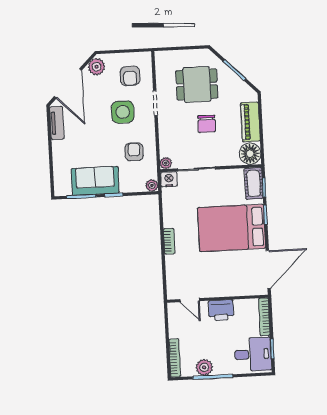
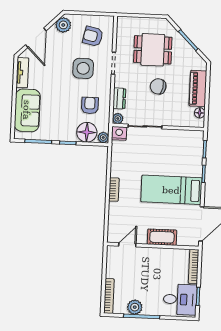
armchair: (130, 76) -> (93, 36), turned 102
door: (68, 84) -> (36, 38), width x0.73
chair: (207, 124) -> (158, 86), turned 100
dresser: (165, 141) -> (119, 98), added
floor lamp: (250, 154) -> (200, 113), width x0.53, depth x0.53
sofa: (95, 181) -> (27, 110), moved, turned 90
floor lamp: (133, 181) -> (87, 132), added
cot: (254, 183) -> (162, 237), moved, turned 90
bed: (232, 228) -> (171, 190), width x0.67
door: (190, 300) -> (127, 245), swing flipped
printer: (221, 310) -> (155, 257), removed

